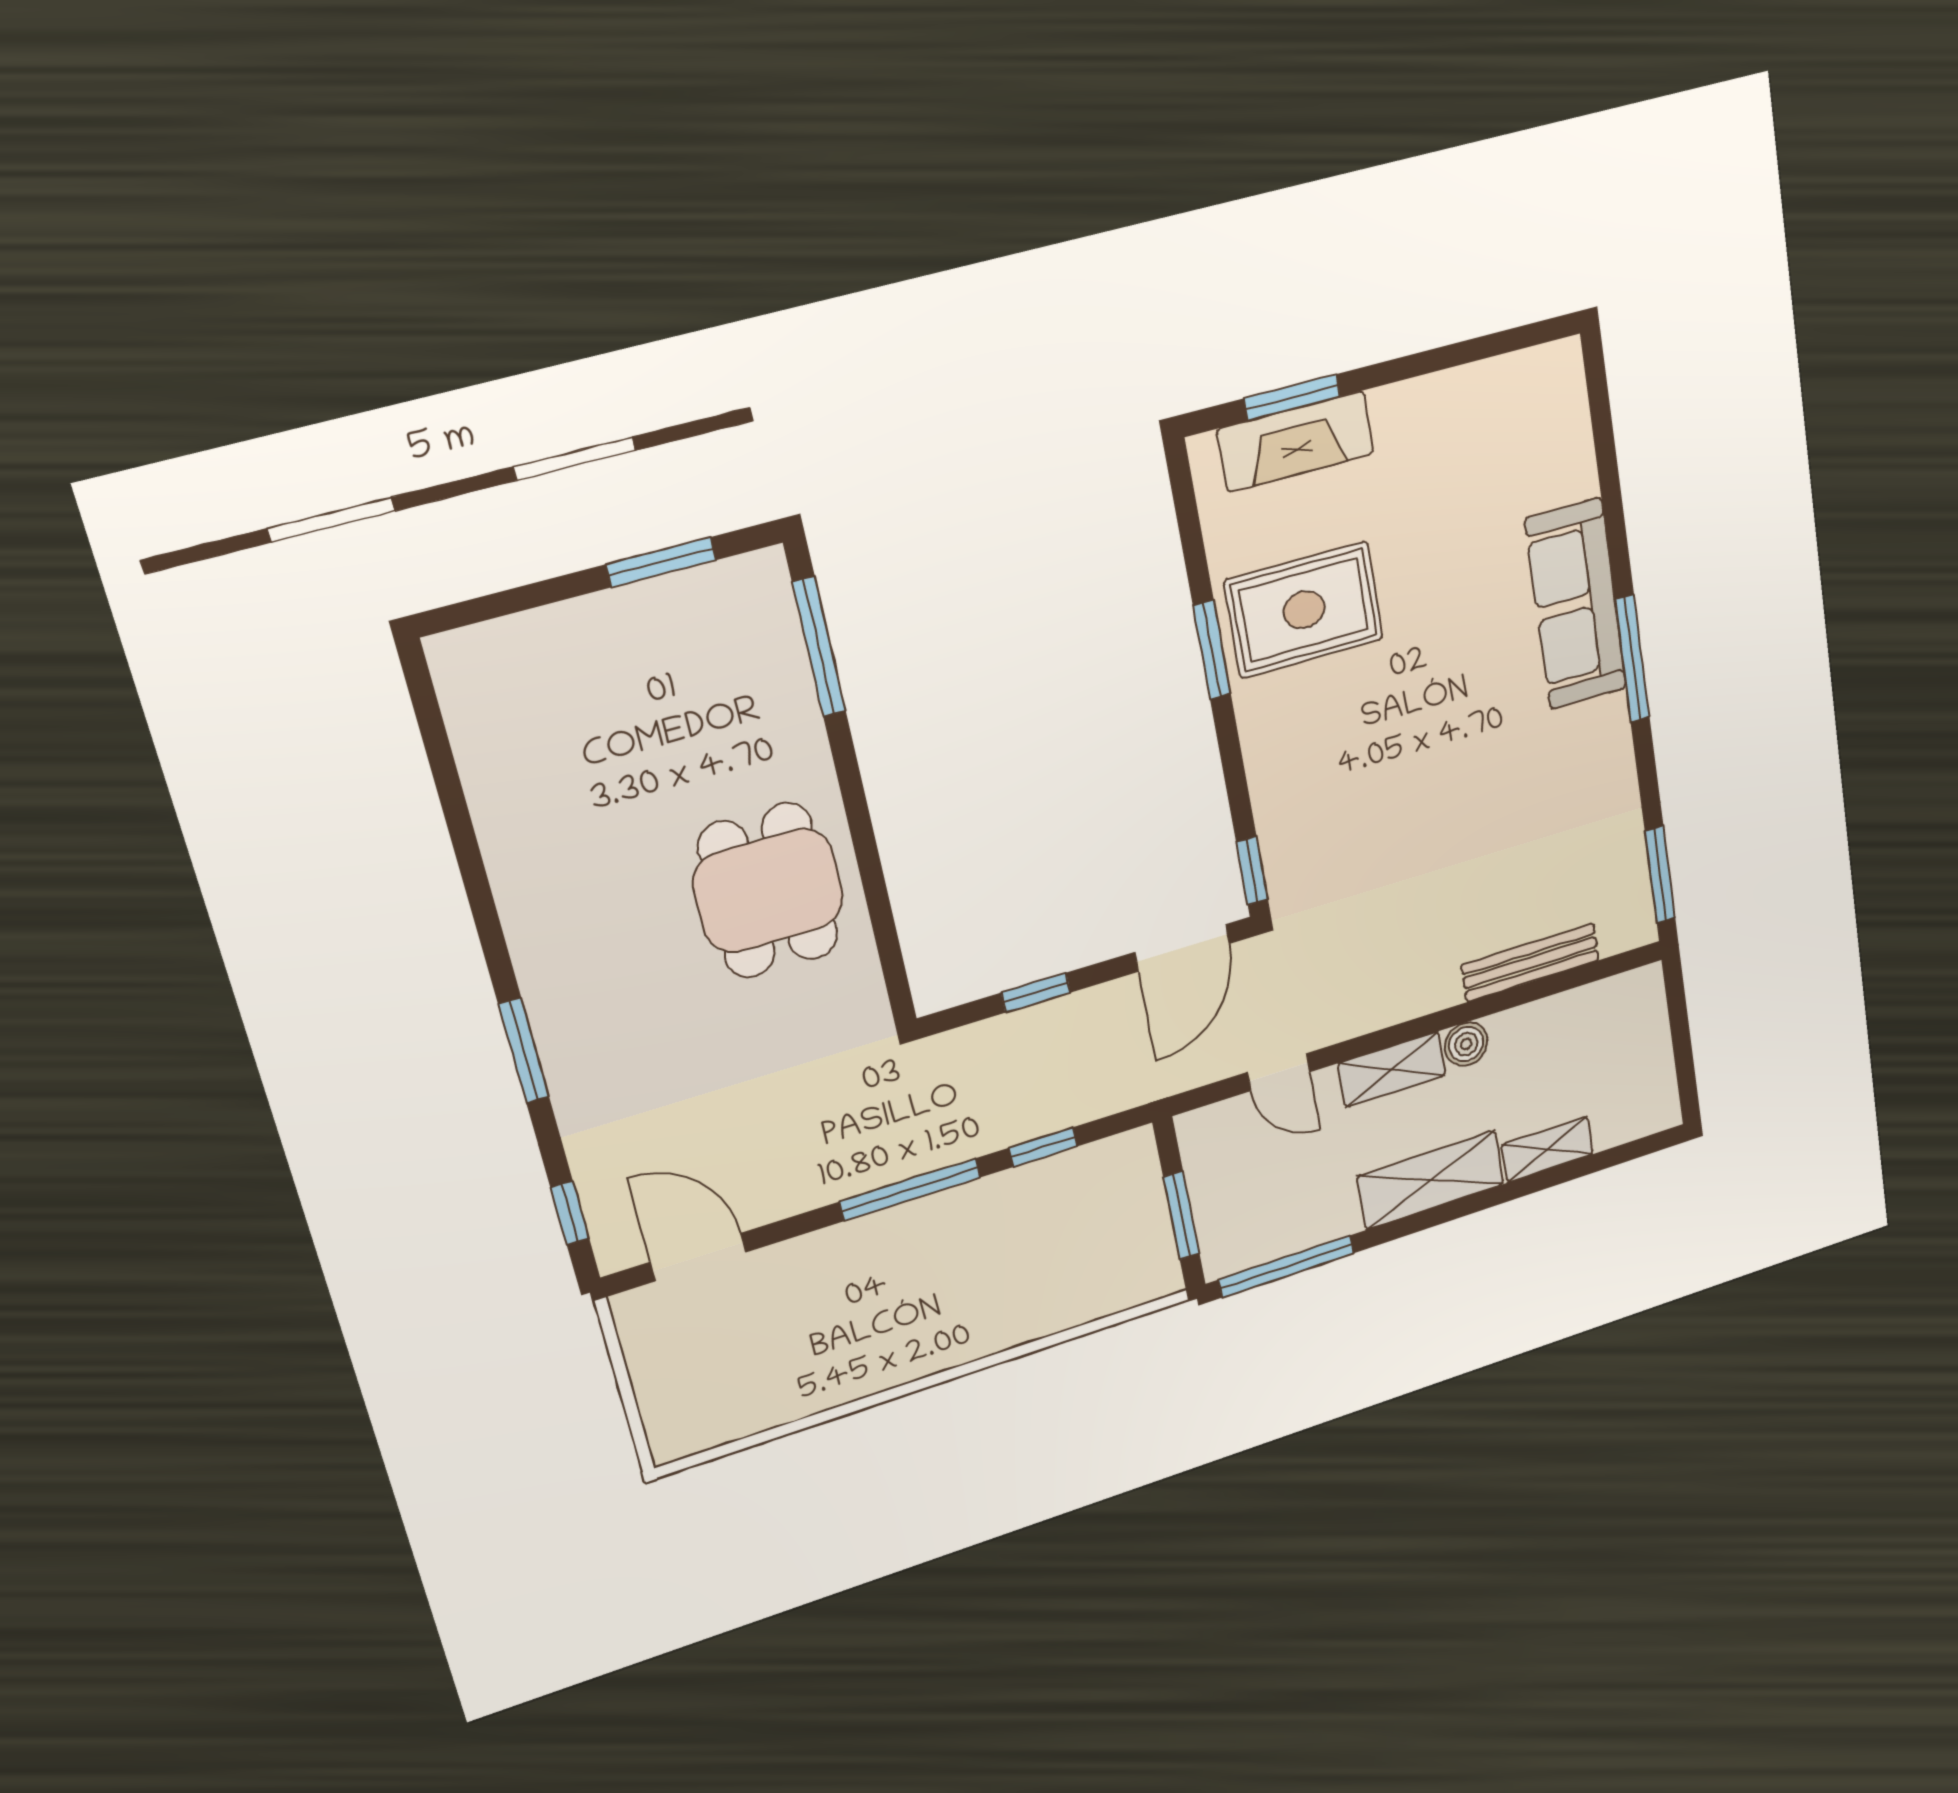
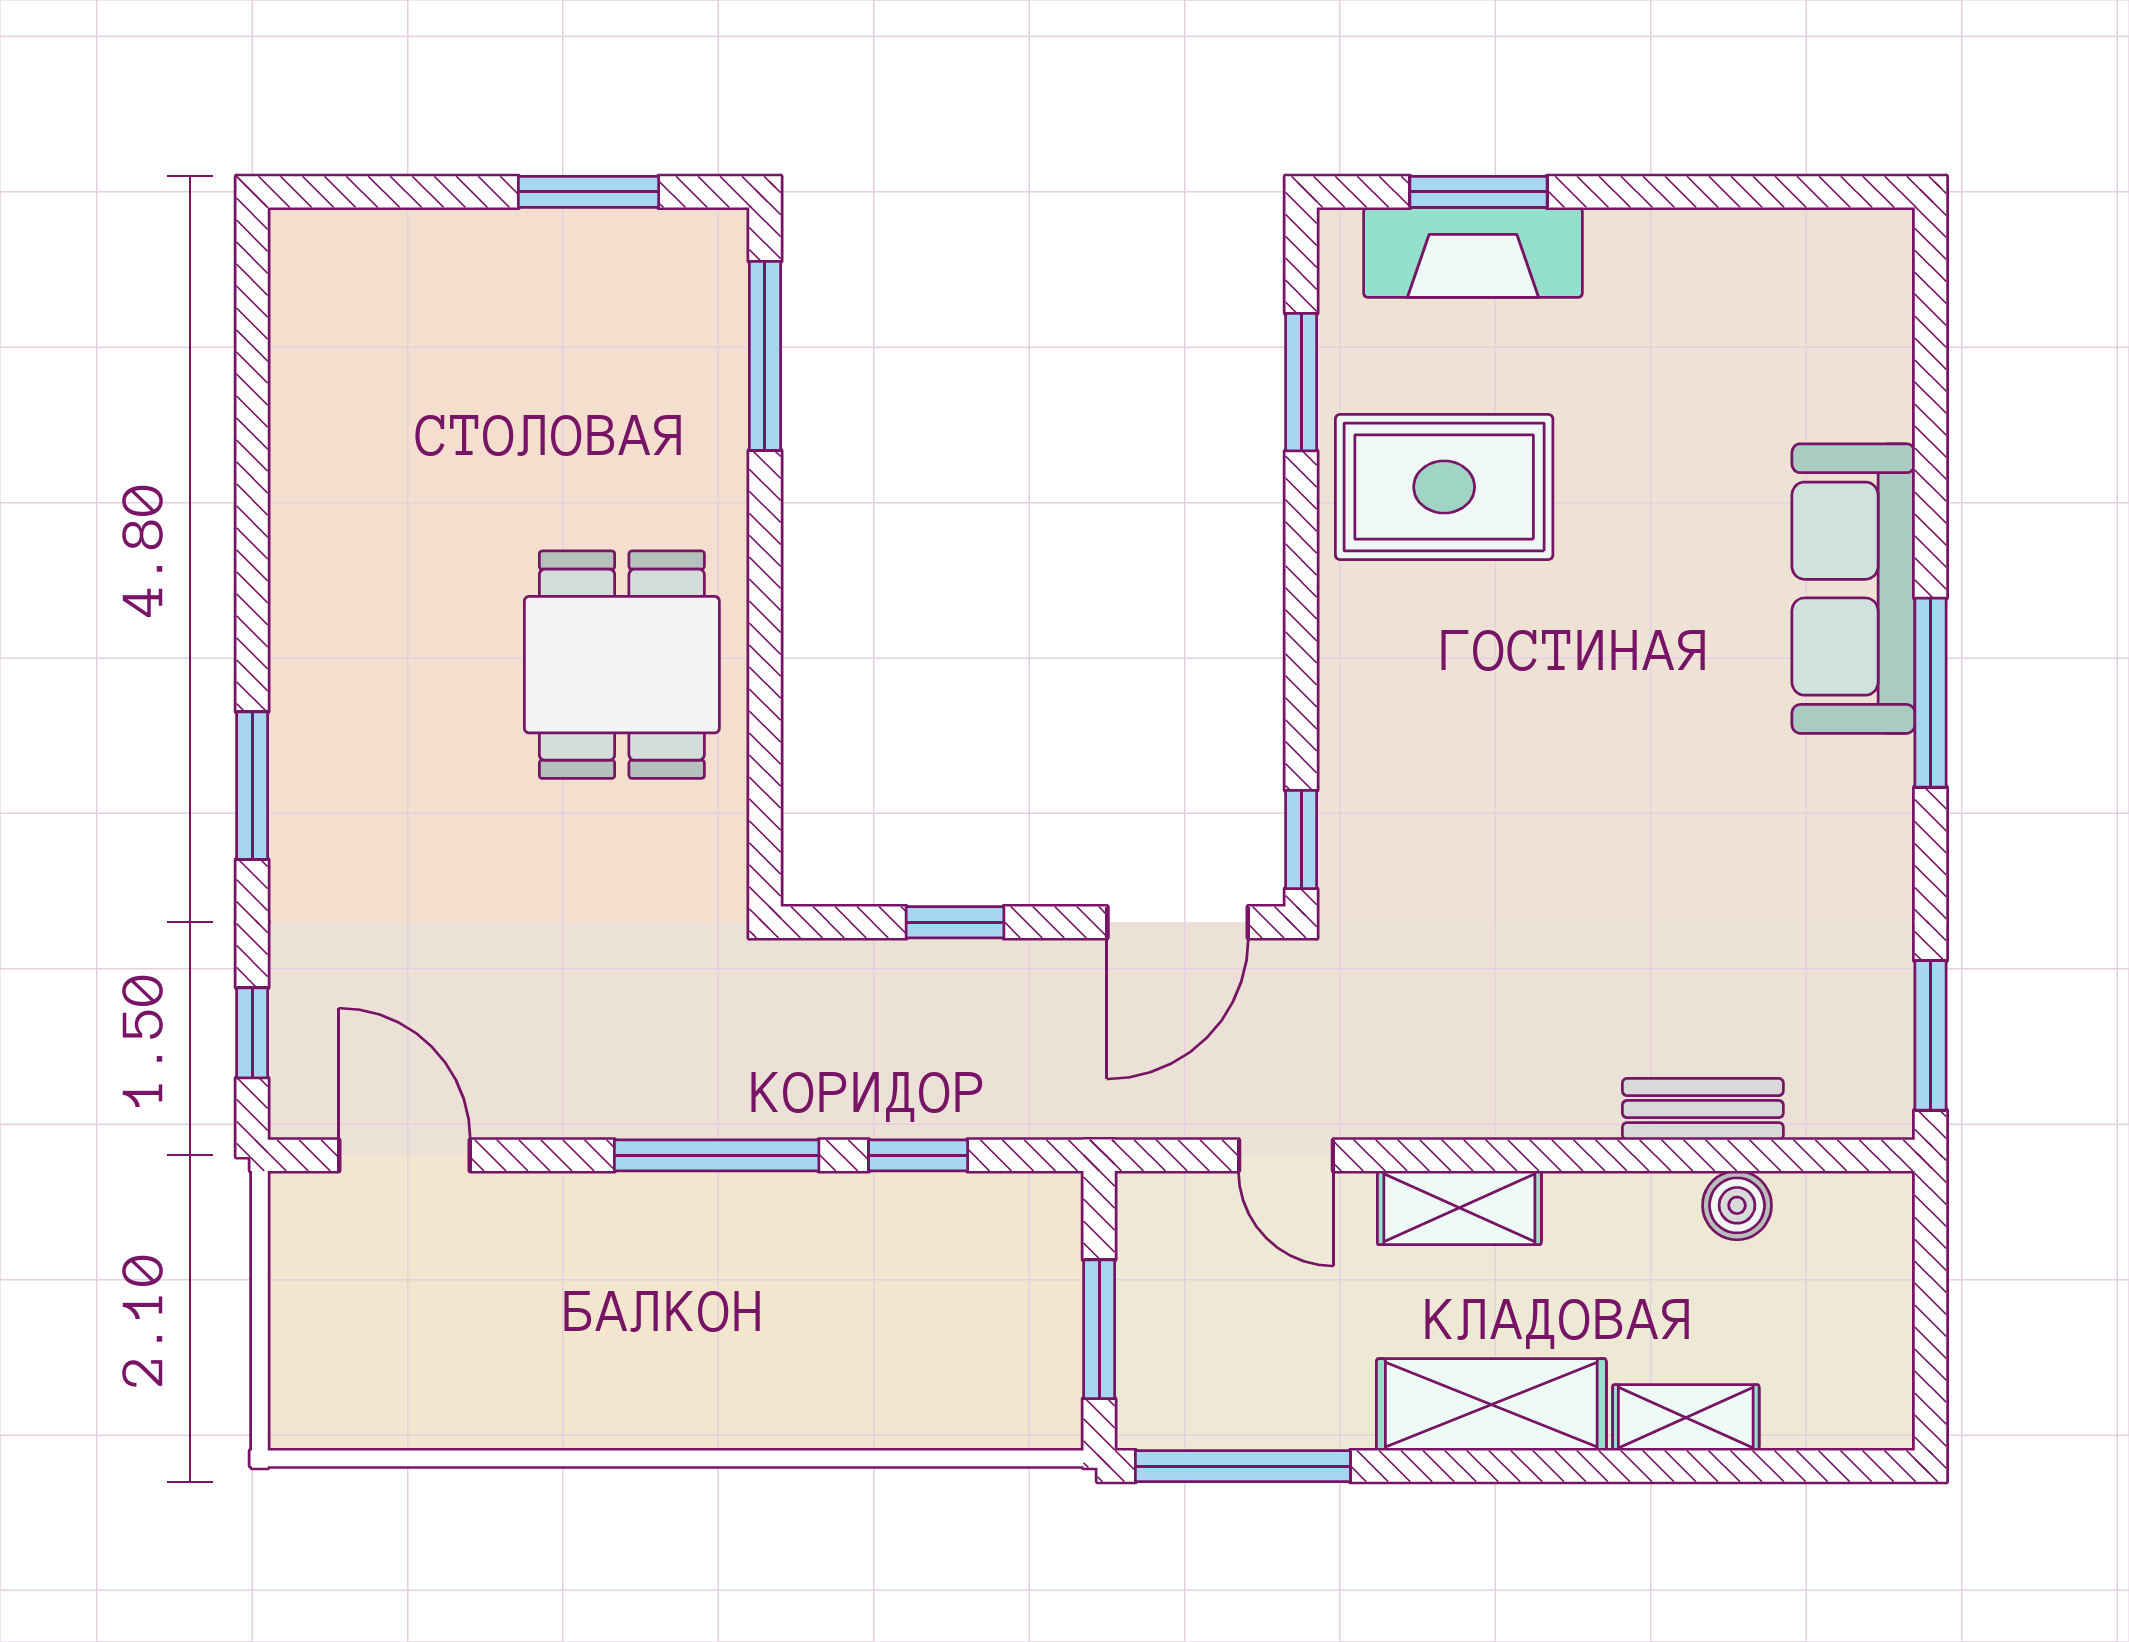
window: (1212, 650) -> (1301, 382), moved
bench: (1530, 962) -> (1703, 1109), width x0.73
boiler: (1466, 1044) -> (1737, 1205), moved

